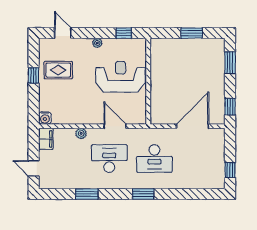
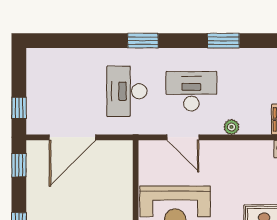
desk: (109, 159) -> (191, 91), turned 180
desk: (154, 159) -> (127, 91), turned -90
window: (230, 170) -> (19, 108), moved

